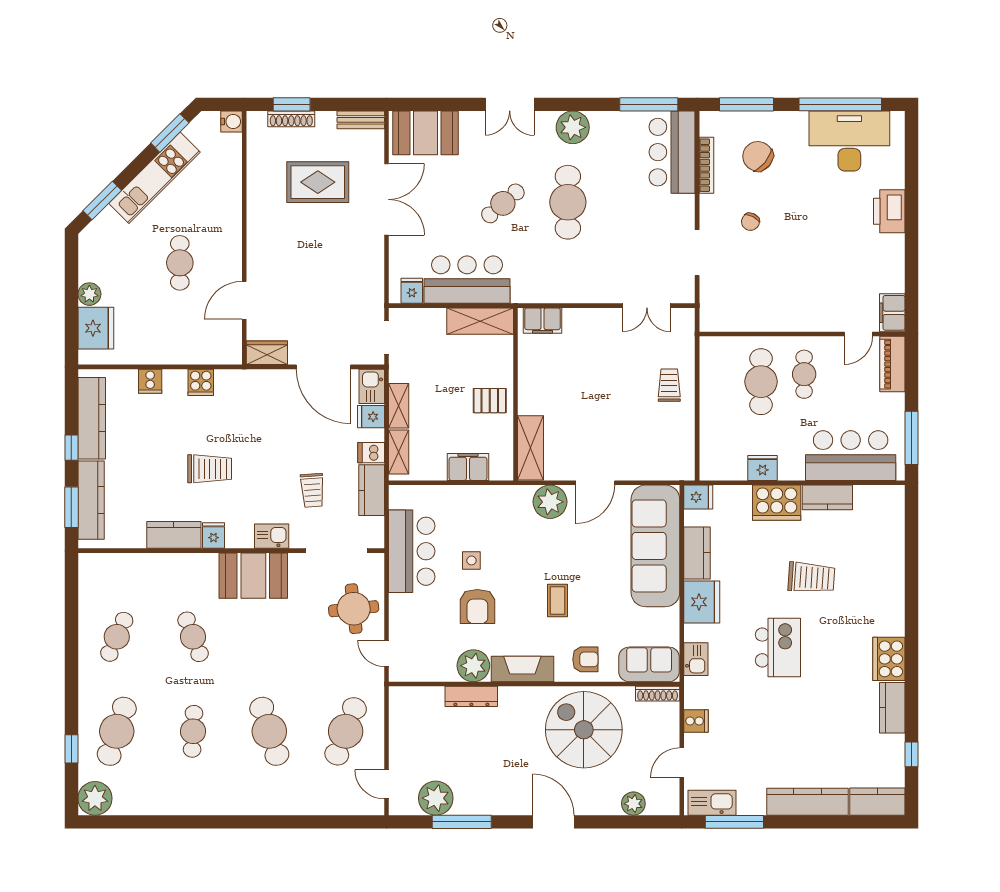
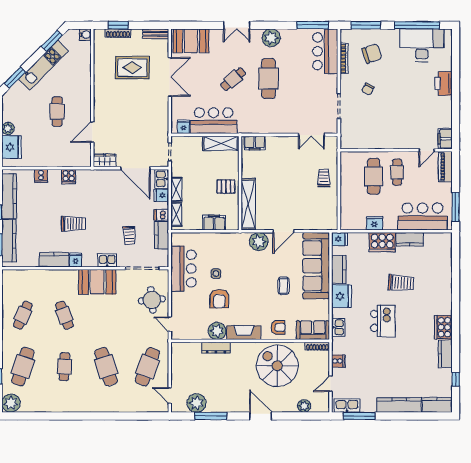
chair: (758, 156) -> (372, 54), turned 122
shelving: (531, 448) -> (248, 204), width x1.47
coffee table: (557, 601) -> (284, 286), moved

